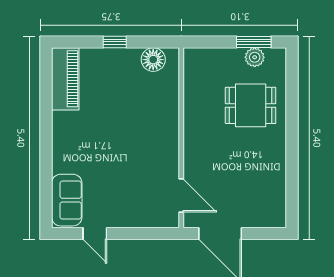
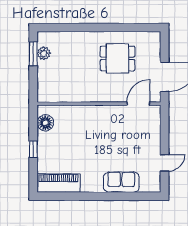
dining table: (251, 105) -> (117, 58), moved, turned 90
sofa: (67, 200) -> (121, 182), moved

